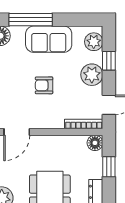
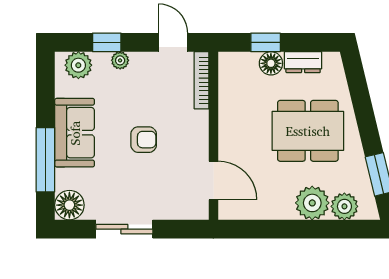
plant: (92, 75) -> (120, 60), width x0.53, depth x0.53
armchair: (44, 85) -> (144, 140), turned -90
floor lamp: (95, 143) -> (271, 63), moved

